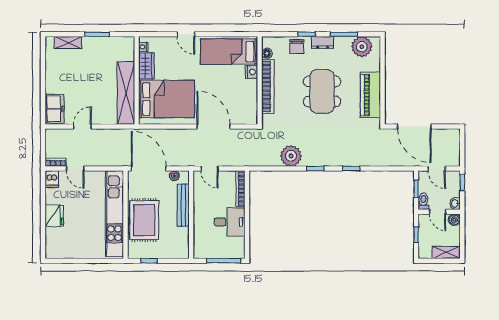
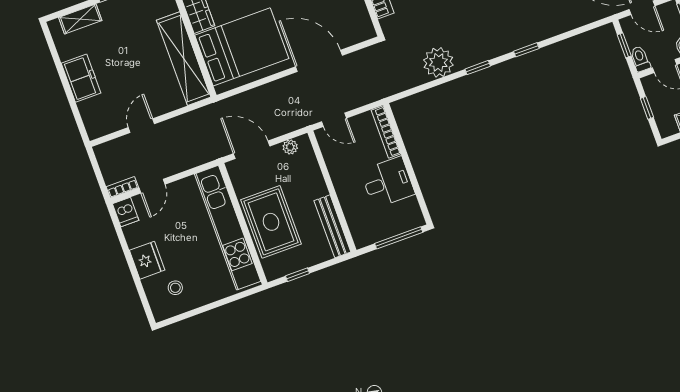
freezer: (55, 109) -> (81, 78), moved
door: (75, 168) -> (152, 186), hinge flipped
door: (149, 168) -> (252, 150), width x0.73
bench: (183, 205) -> (332, 226), moved
stool: (66, 240) -> (175, 288), added

